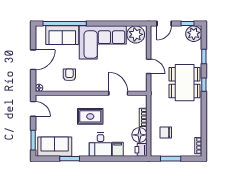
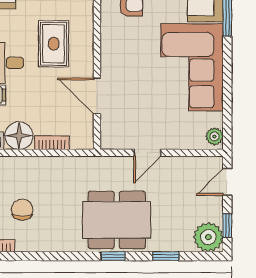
door: (164, 24) -> (227, 182), hinge flipped
plant: (136, 34) -> (214, 136), width x0.53, depth x0.53
door: (118, 93) -> (97, 96), swing flipped
chair: (166, 132) -> (22, 210), moved

